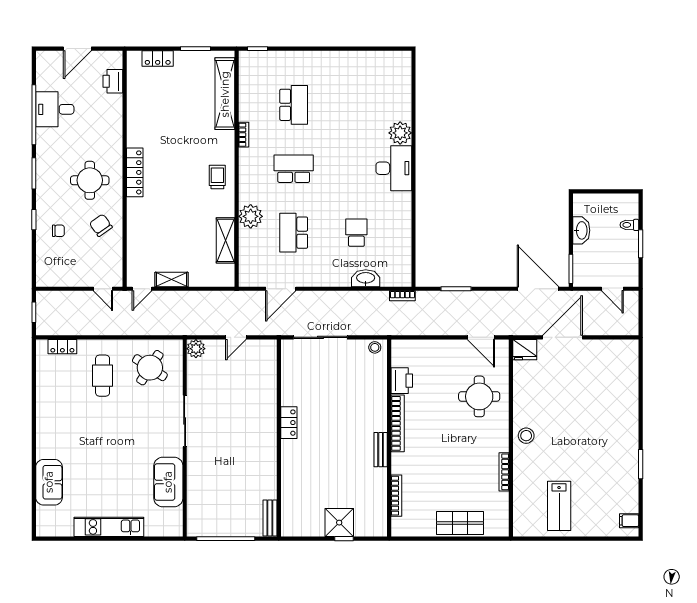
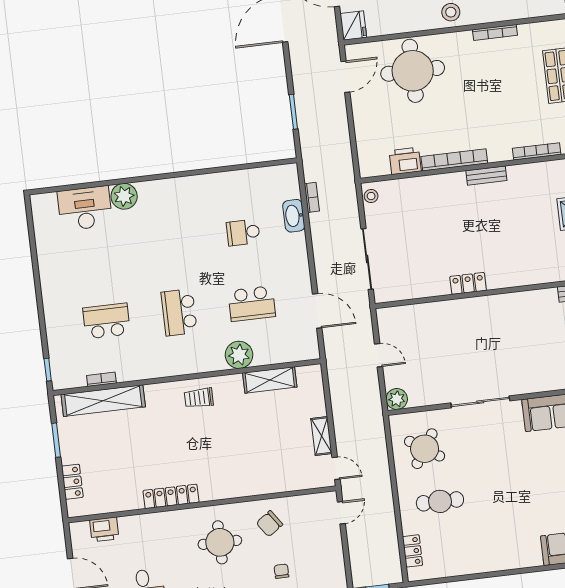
bookcase: (244, 135) -> (101, 379), moved
desk: (394, 168) -> (85, 208), moved
locker: (135, 172) -> (171, 496), moved
bookcase: (402, 296) -> (312, 197), moved
round table: (479, 396) -> (413, 71), width x1.36, depth x1.36

